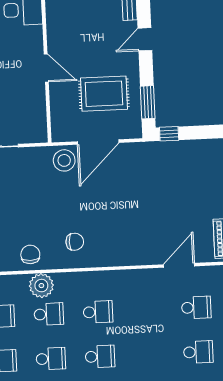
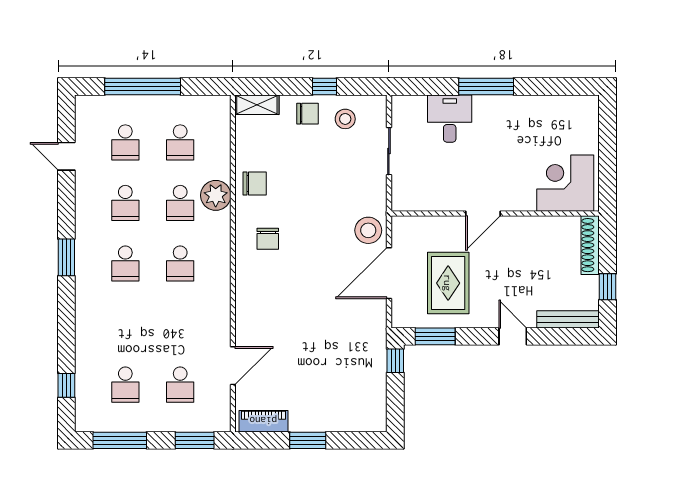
door: (98, 142) -> (389, 273), hinge flipped
door: (179, 265) -> (233, 366), hinge flipped

